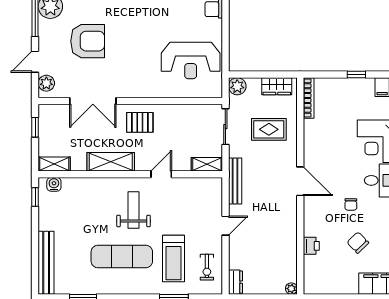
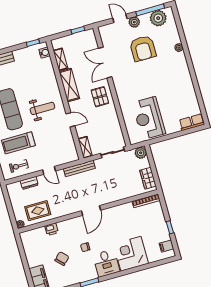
plant: (46, 83) -> (134, 22), moved
rug: (269, 129) -> (38, 211), moved, turned 90
shelving: (54, 164) -> (60, 59), moved
dresser: (235, 282) -> (29, 183), moved

